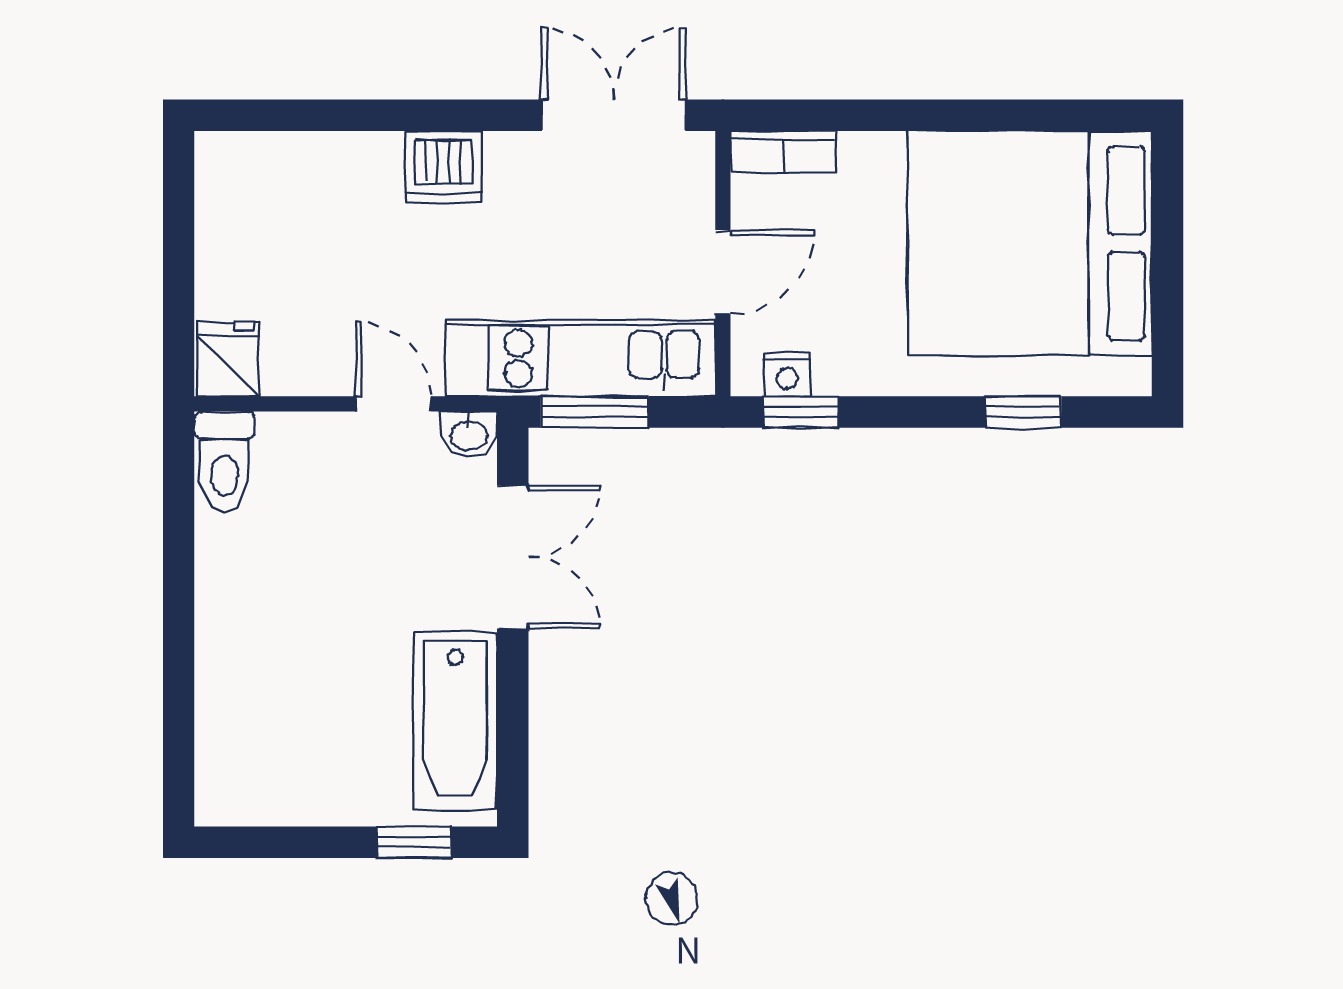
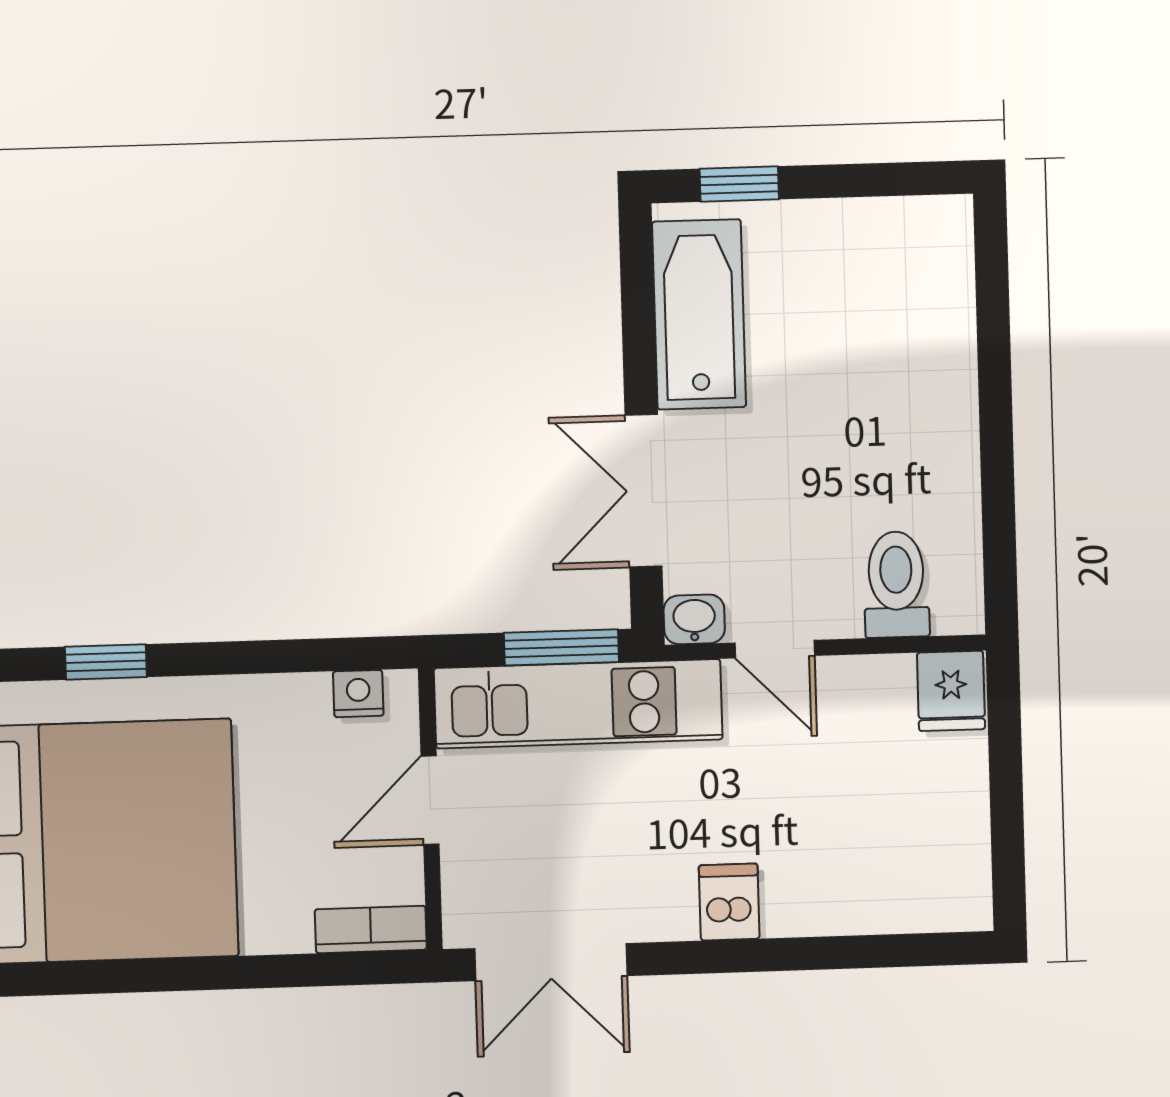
dishwasher: (444, 167) -> (729, 902), width x0.73
window: (801, 412) -> (343, 654), removed
toilet: (225, 461) -> (896, 584), moved

